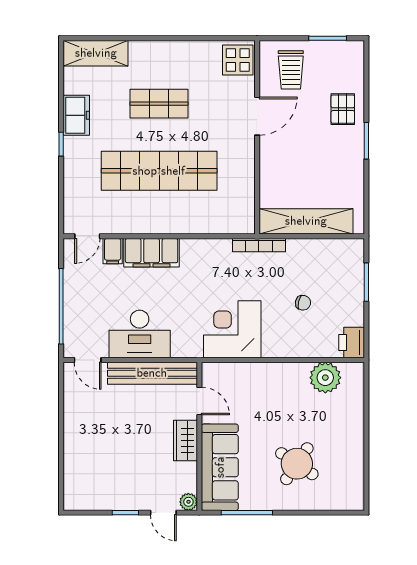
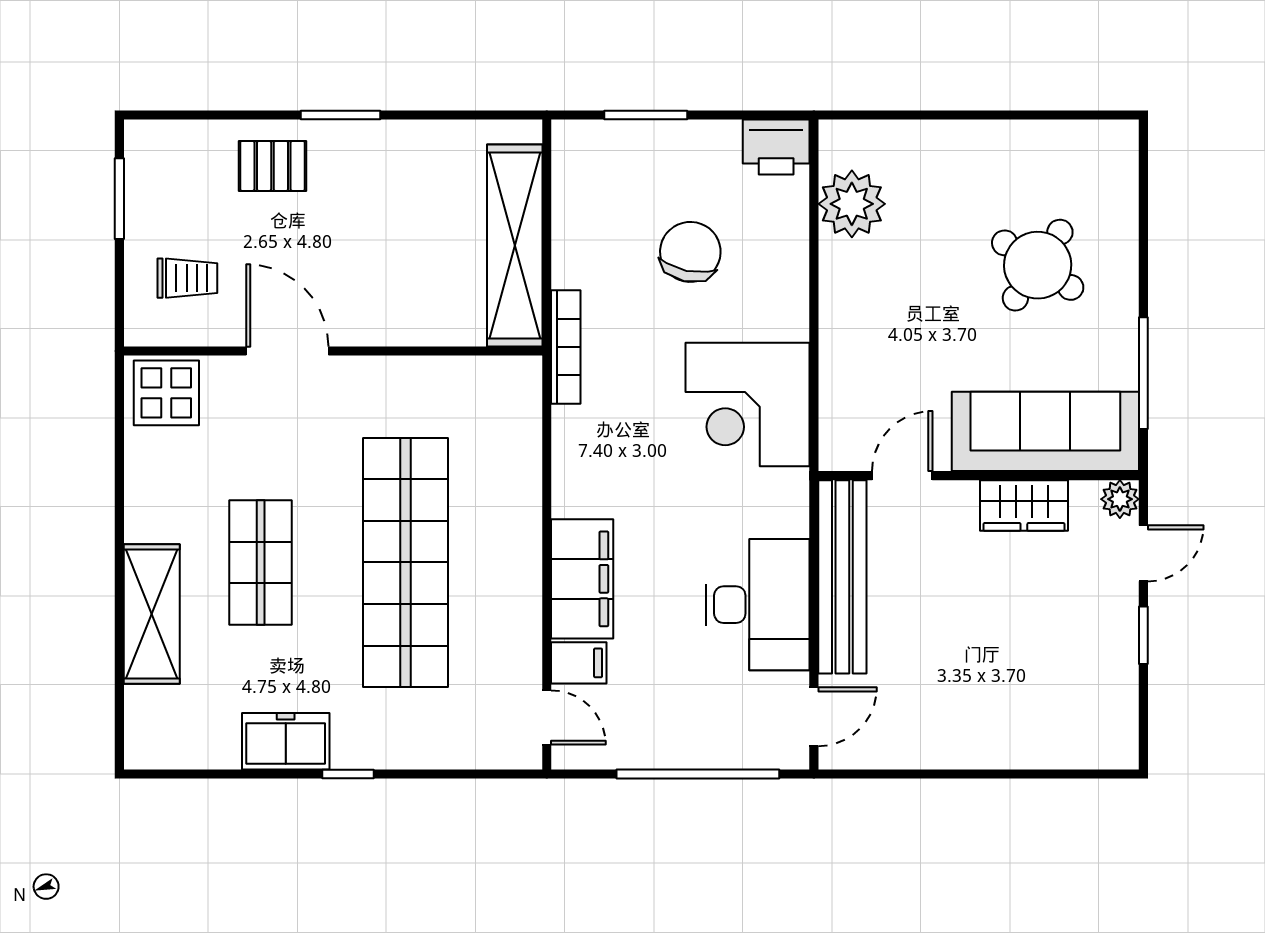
shelving: (96, 53) -> (152, 614), moved
trolley: (291, 70) -> (187, 278), width x0.73, depth x0.72
chair: (303, 303) -> (690, 252), width x1.87, depth x1.87
wardrobe: (185, 441) -> (1024, 506), moved

